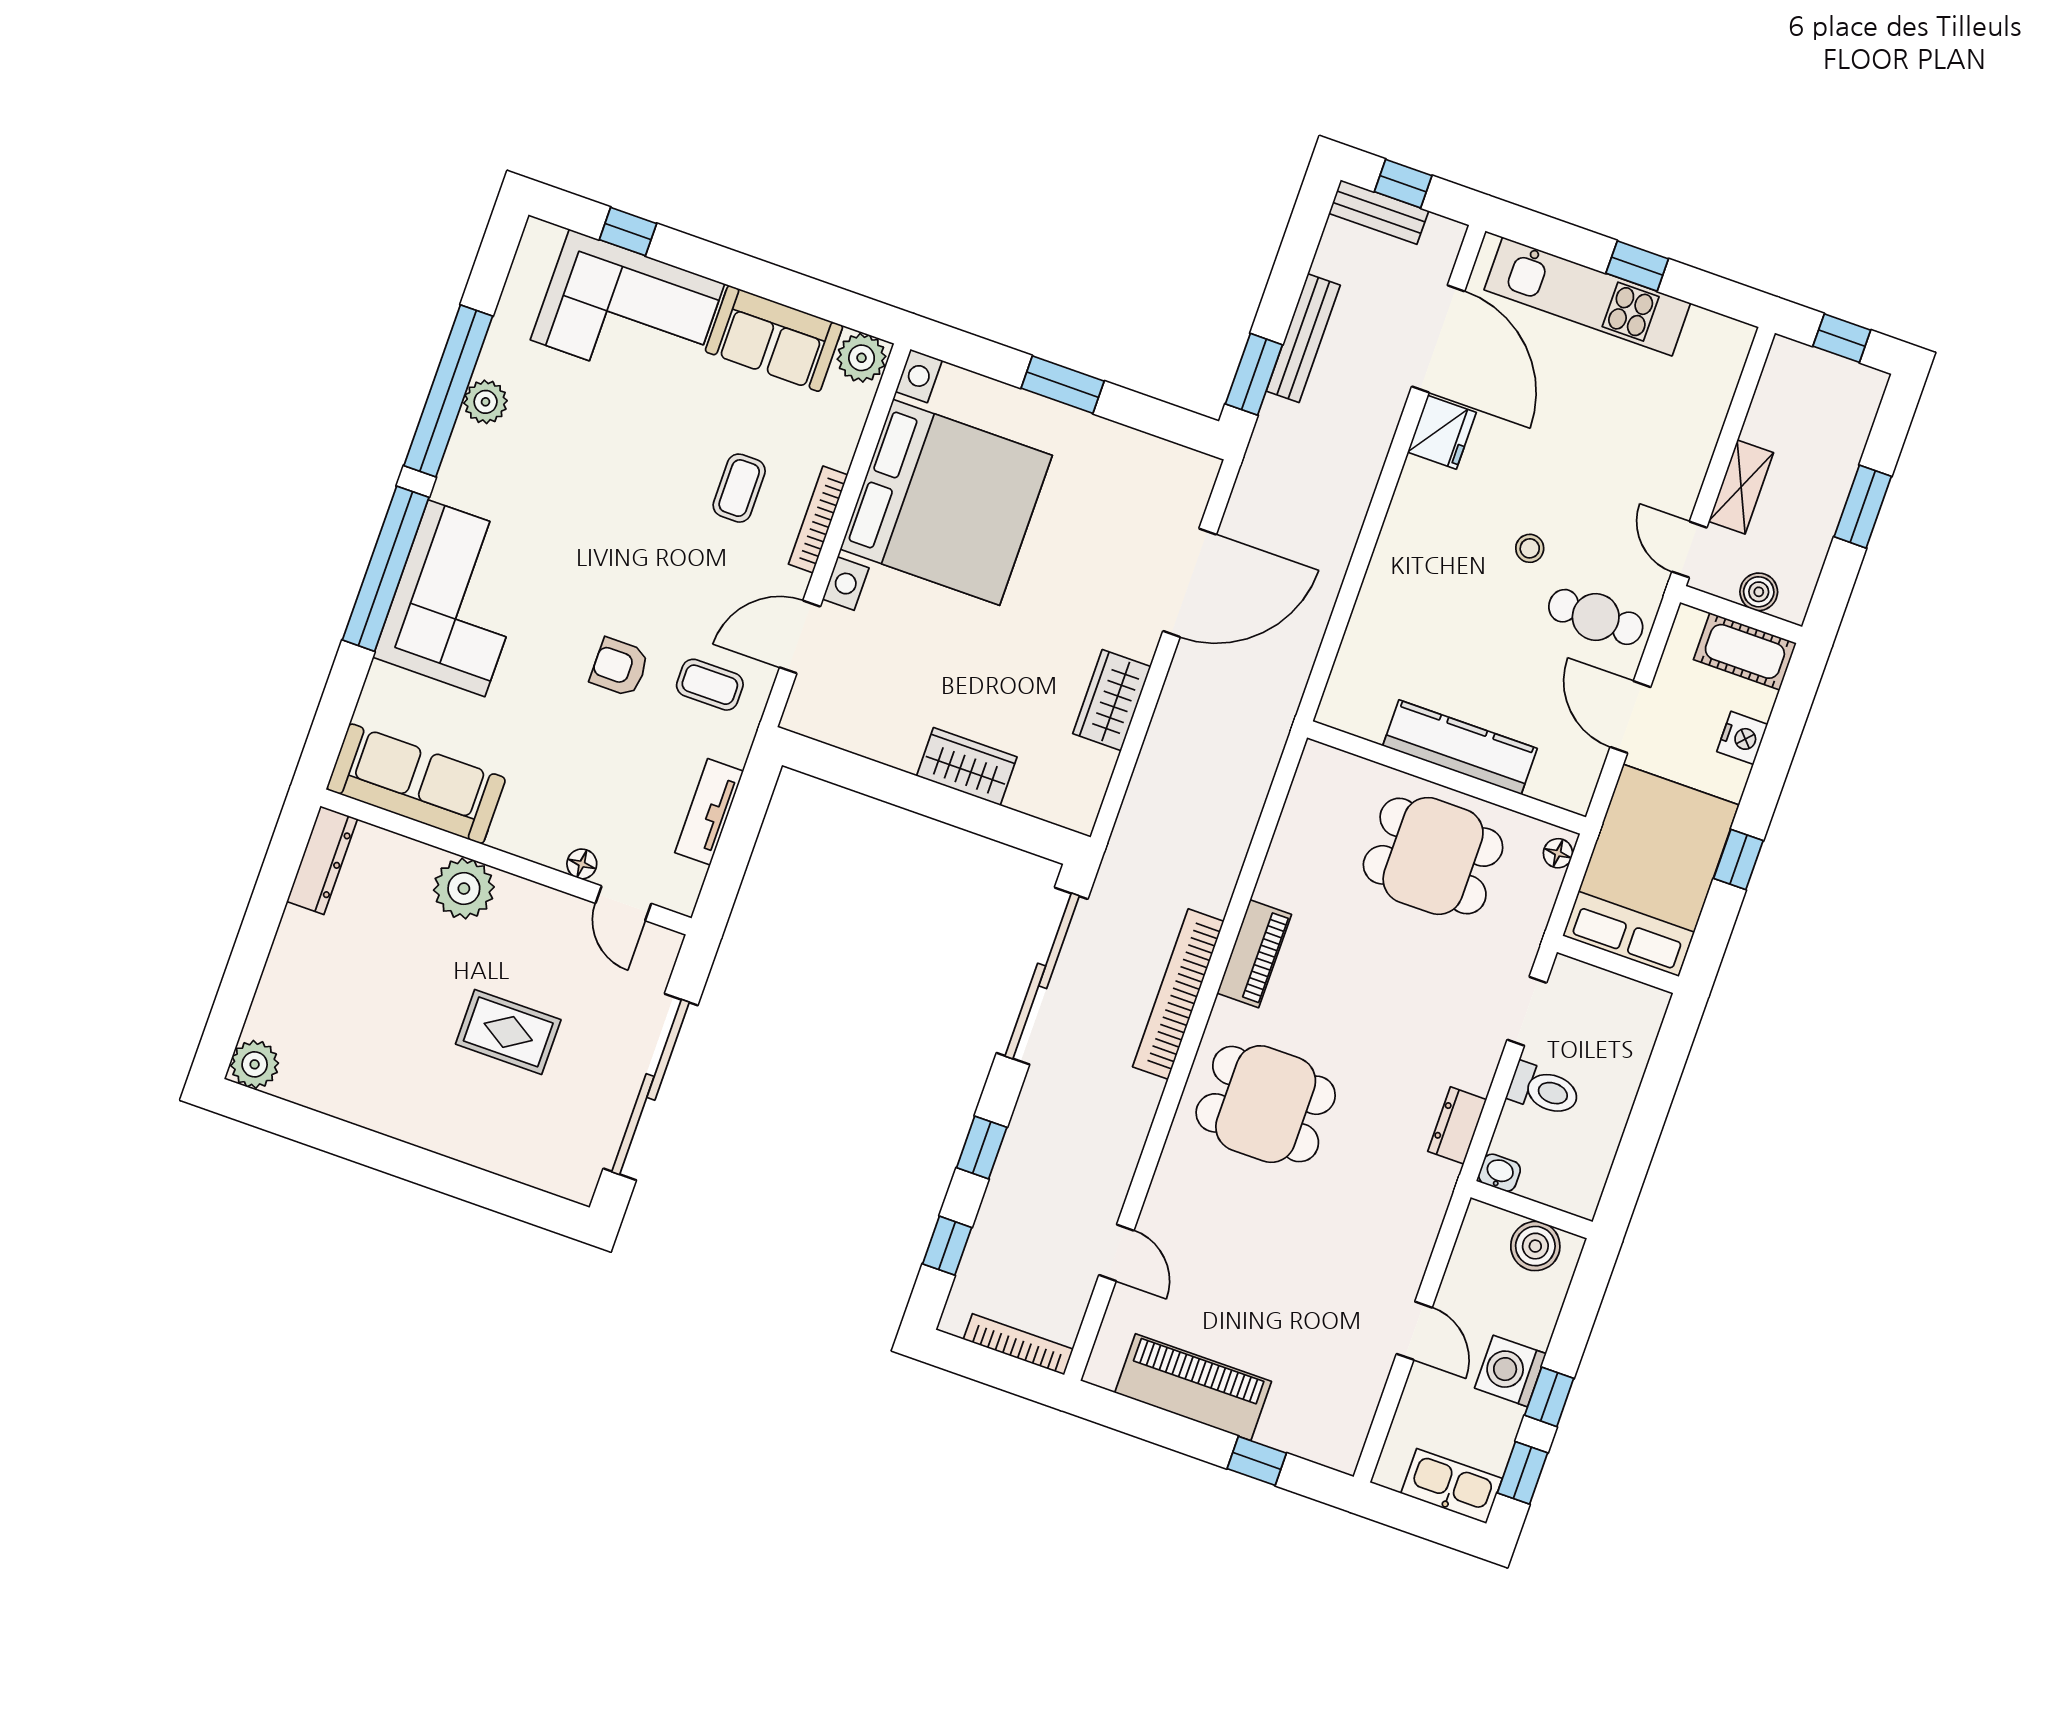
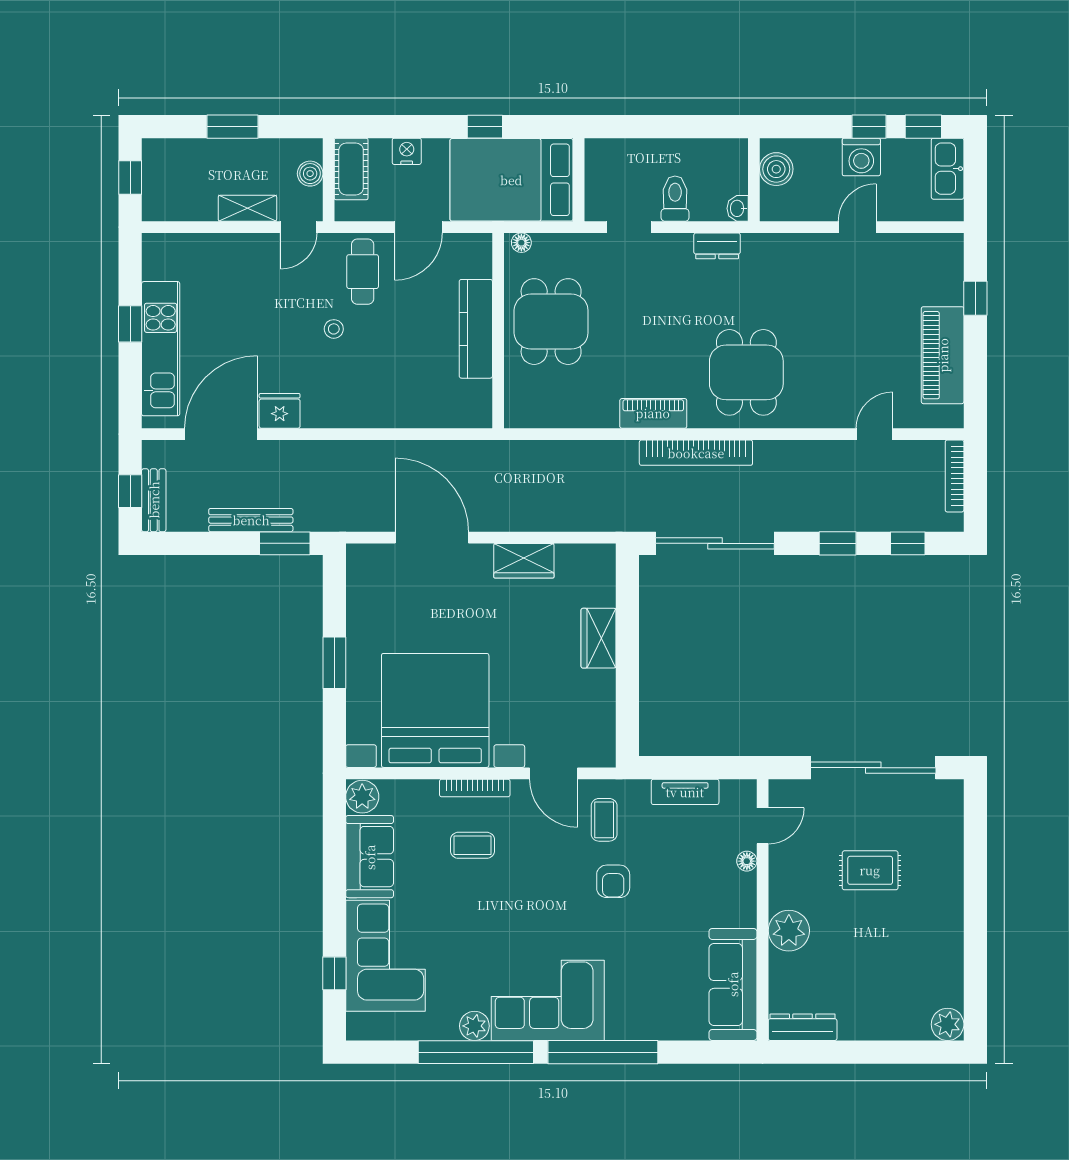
corner sofa: (456, 598) -> (548, 1000), moved
rug: (508, 1032) -> (870, 870), turned 90

